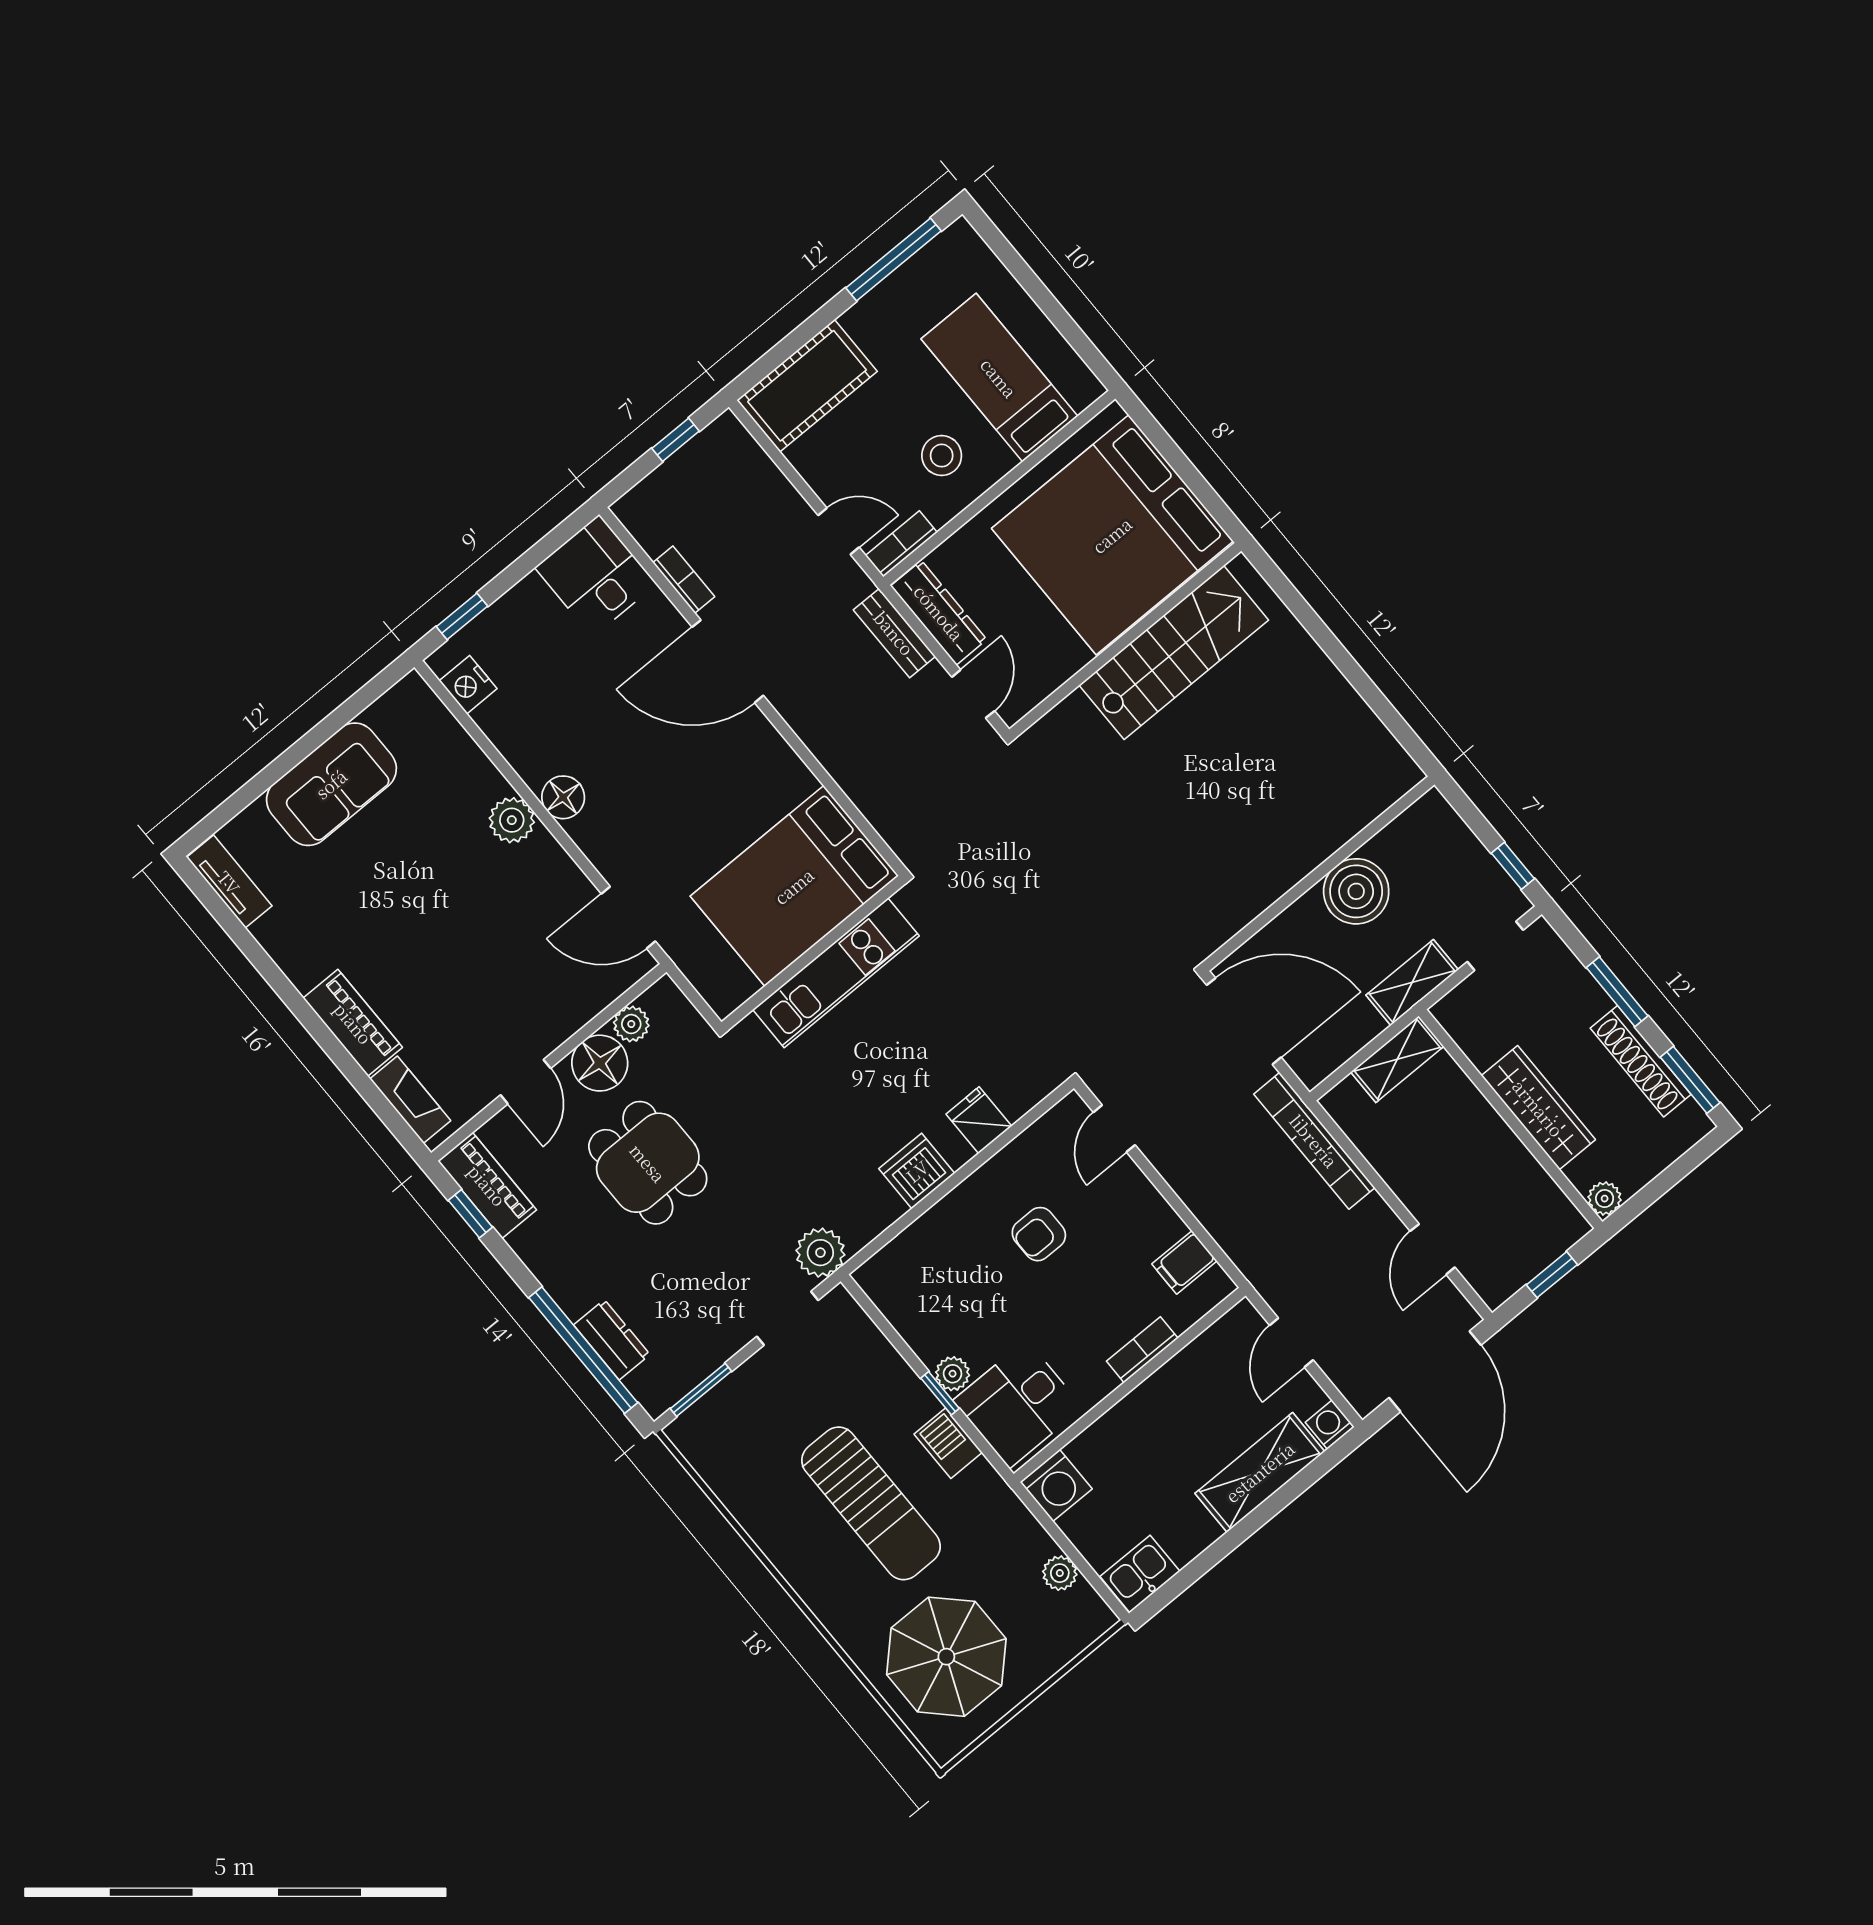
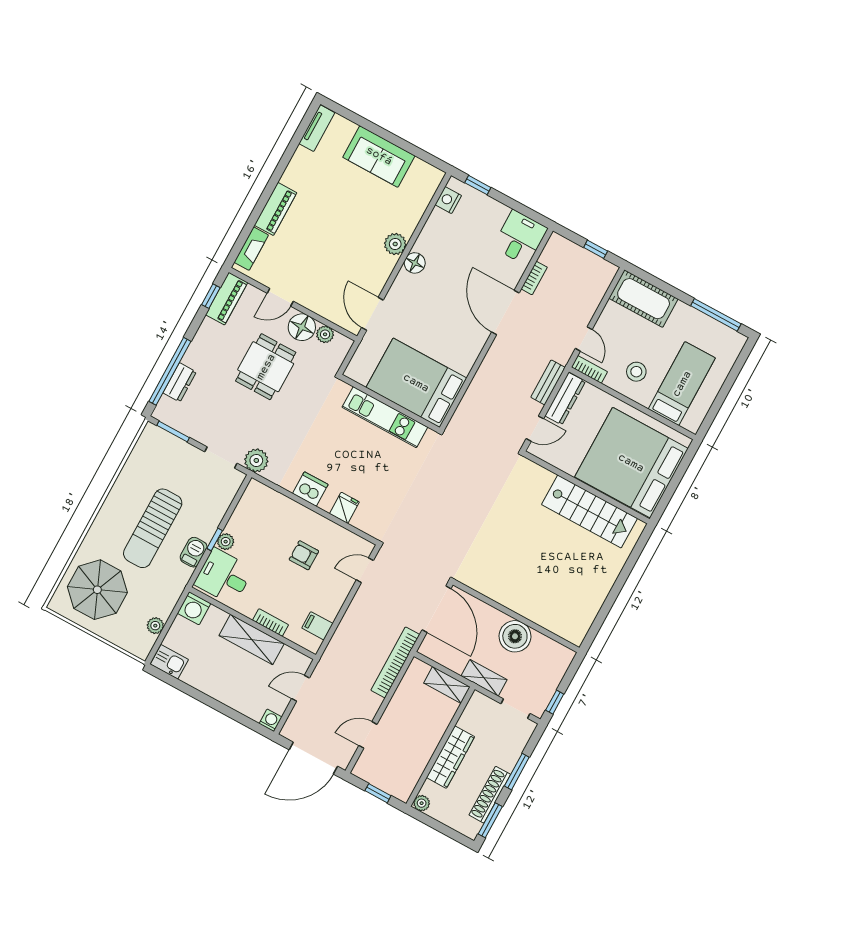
shelving: (1260, 1472) -> (252, 639), moved

